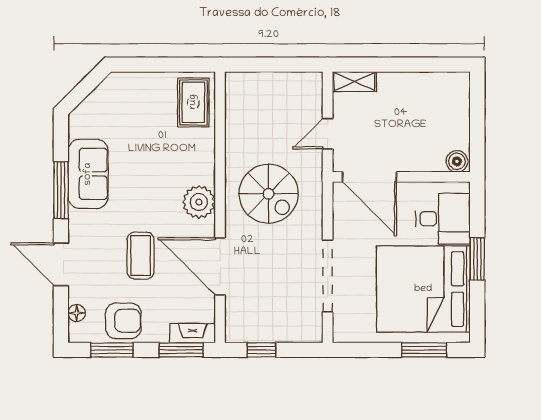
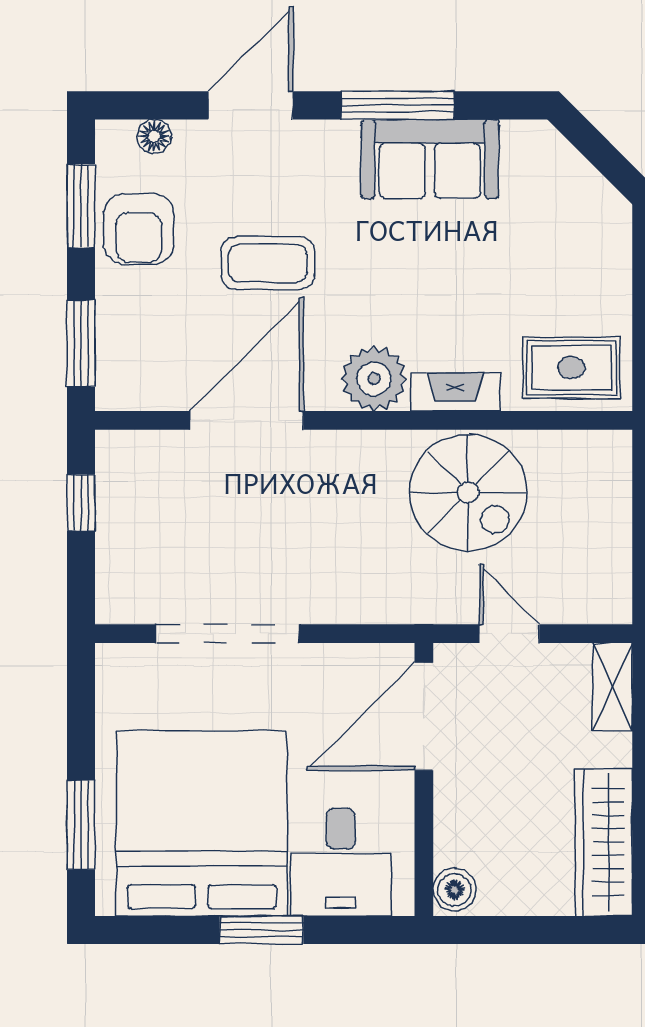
wardrobe: (433, 86) -> (604, 842), added
spiral stairs: (269, 194) -> (468, 492), moved, turned -90
fireplace: (193, 333) -> (455, 392), moved, turned -90

